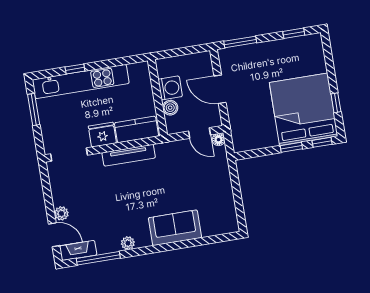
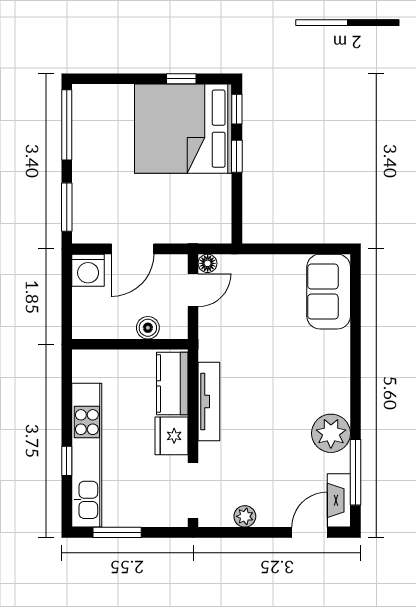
window: (294, 33) -> (67, 125), width x2.17
washing machine: (170, 88) -> (88, 270), moved, turned 180
plant: (61, 213) -> (245, 516), moved
sofa: (175, 228) -> (329, 292), moved
plant: (128, 243) -> (331, 433), width x1.88, depth x1.88

